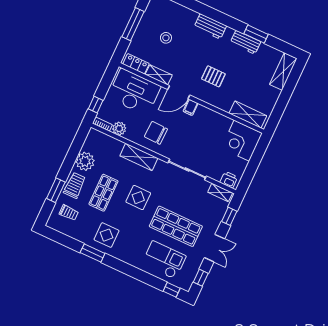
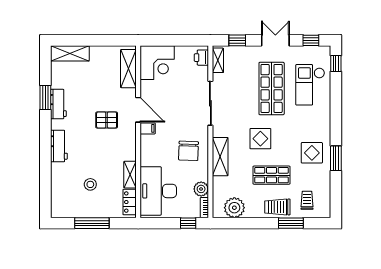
pallet: (213, 76) -> (107, 120), turned 90
door: (179, 92) -> (138, 110), moved
plant: (85, 161) -> (234, 208), moved

